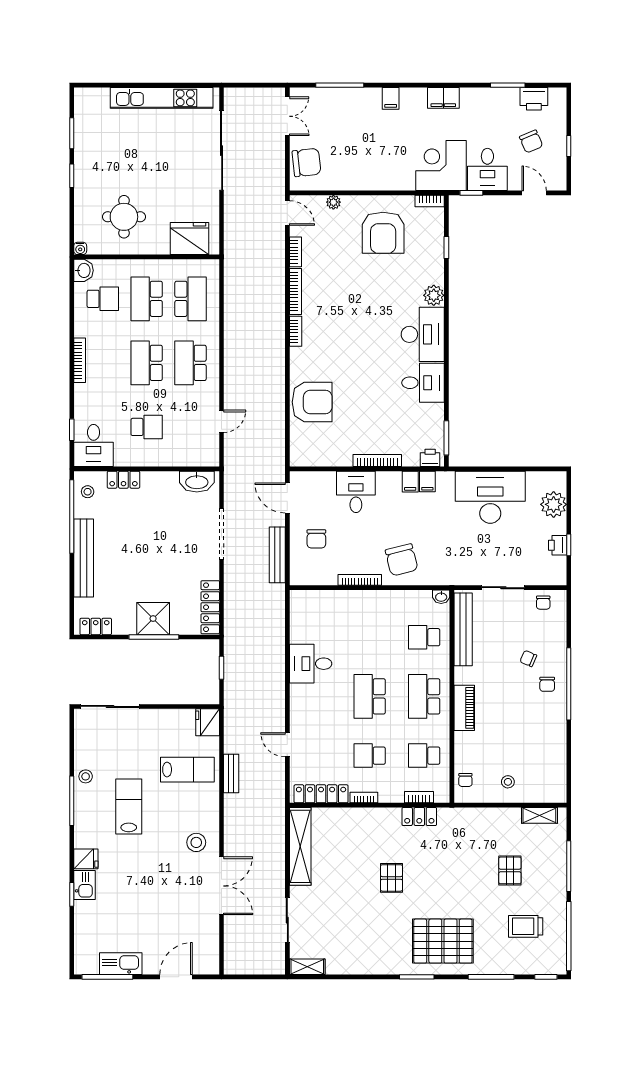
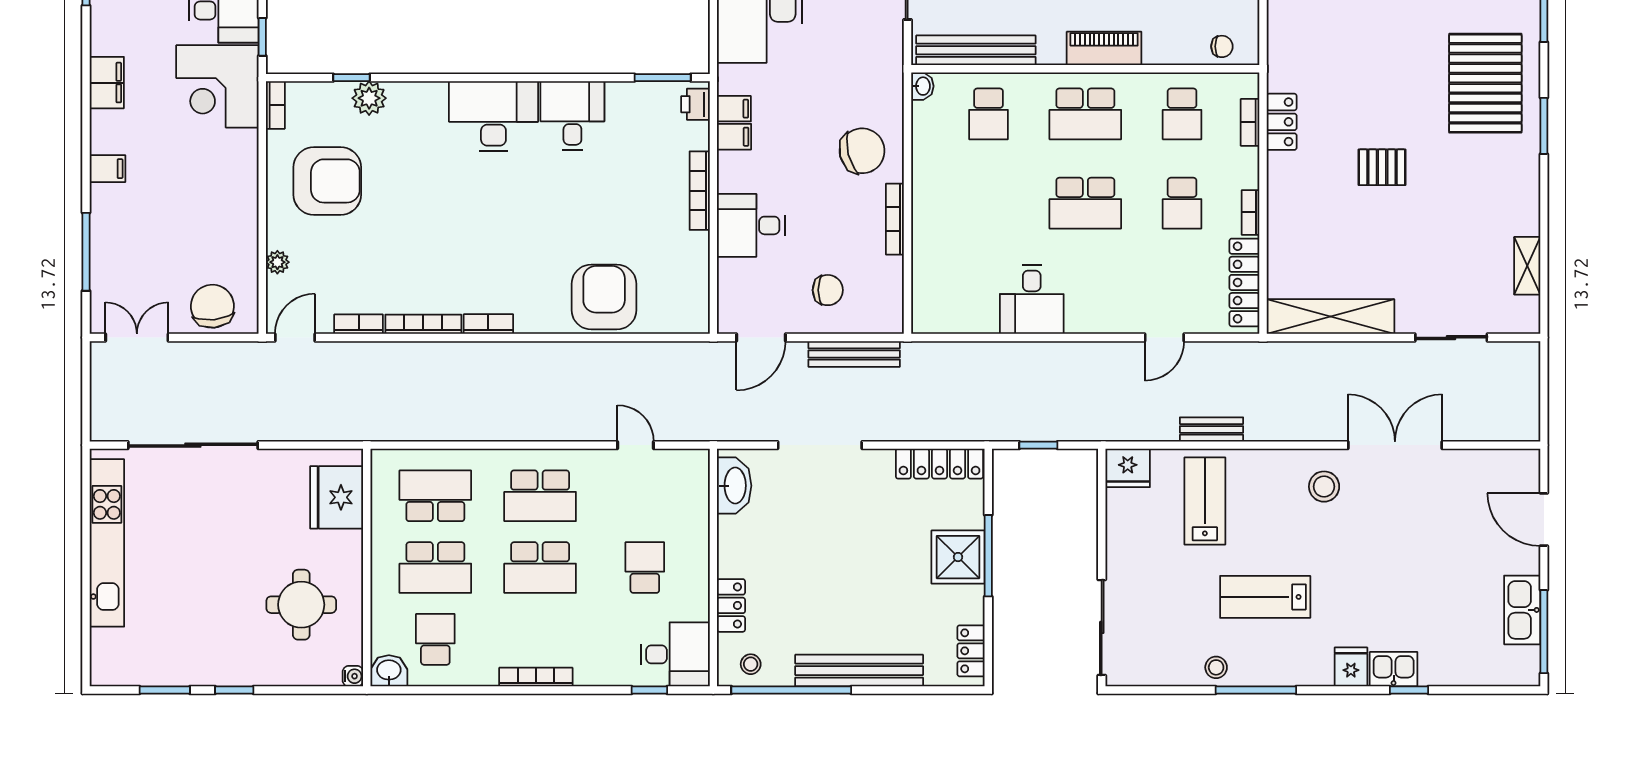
plant: (434, 295) -> (369, 98), moved
shelving: (307, 967) -> (1527, 266), moved

